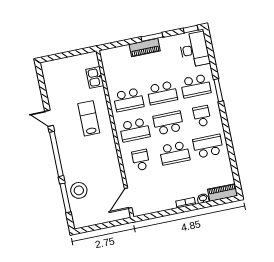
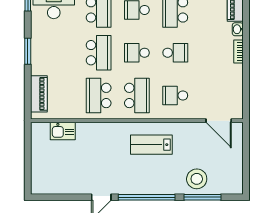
piano: (145, 48) -> (39, 94), moved
school desk: (129, 100) -> (99, 95), turned 180
lab bench: (89, 118) -> (151, 145), moved
school desk: (168, 123) -> (137, 53), width x0.54
school desk: (175, 153) -> (175, 53), width x0.54

